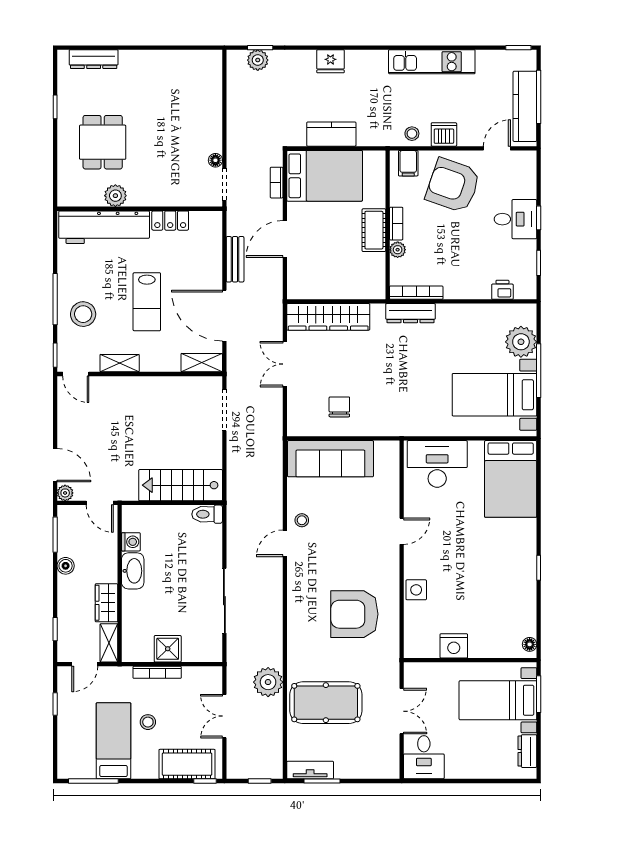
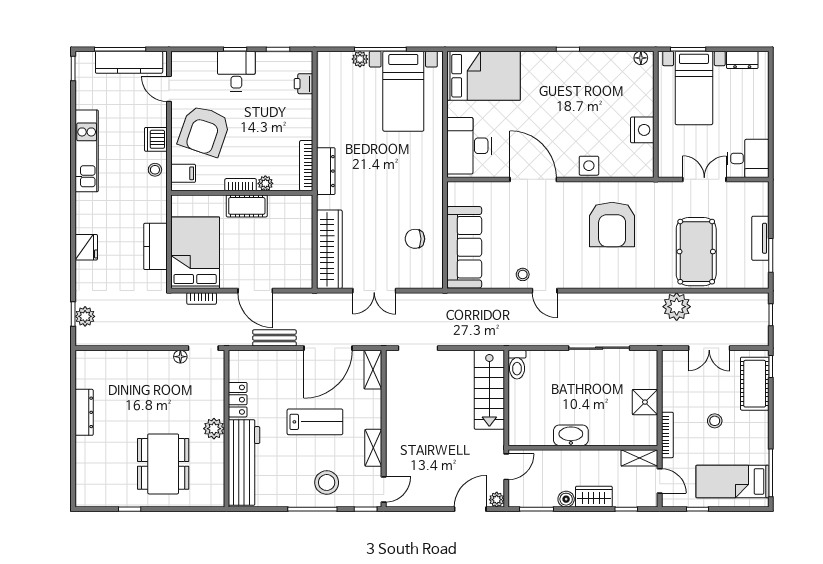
dresser: (94, 59) -> (84, 412), moved
dining table: (103, 142) -> (163, 464), width x1.38
plant: (115, 196) -> (214, 429), moved
plant: (521, 342) -> (360, 59), width x0.53, depth x0.53
door: (402, 531) -> (533, 179), width x1.87
washing machine: (131, 542) -> (543, 437), removed
wardrobe: (106, 603) -> (594, 497), moved, turned 180
bookcase: (157, 672) -> (667, 435), moved
bed: (114, 741) -> (733, 481), moved
tv unit: (310, 770) -> (760, 238), moved

